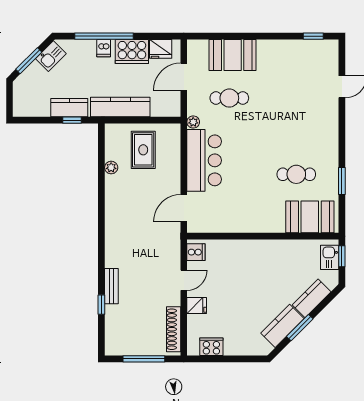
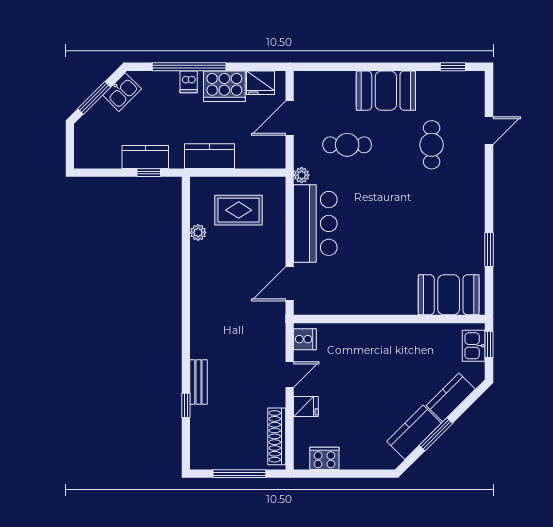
booth: (233, 55) -> (386, 91), moved
kitchen counter: (120, 107) -> (209, 156), width x0.67
rug: (143, 150) -> (239, 210), turned 90
cafe table: (296, 174) -> (432, 145), moved, turned 90

